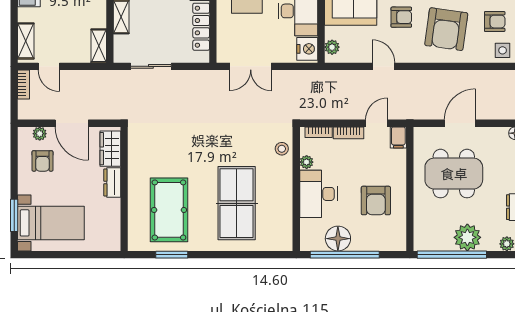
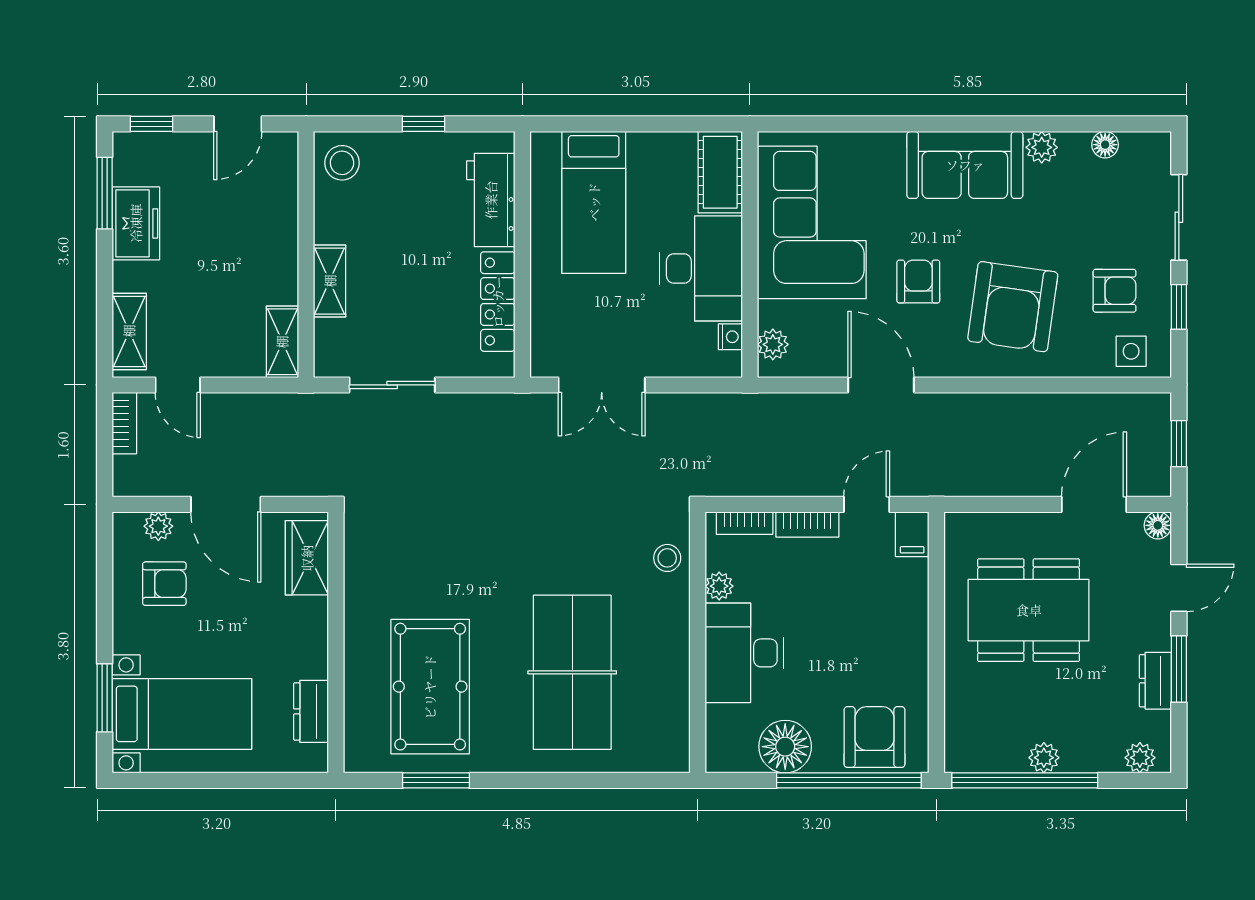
armchair: (401, 17) -> (918, 282), turned -90
nightstand: (307, 49) -> (730, 337), width x0.53, depth x0.56
door: (384, 66) -> (881, 385), width x1.38
door: (460, 123) -> (1094, 504), moved
armchair: (42, 161) -> (164, 584), turned -90
dresser: (112, 183) -> (311, 711), moved
armchair: (376, 201) -> (874, 737), moved, turned 180
plant: (467, 237) -> (1044, 758), width x0.53, depth x0.53
window: (345, 255) -> (849, 780), moved

